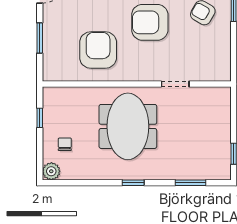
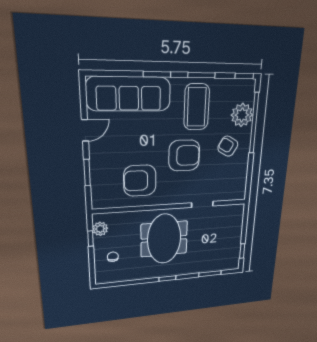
armchair: (150, 22) -> (184, 156), turned 180
armchair: (98, 50) -> (140, 181), turned -90
plant: (51, 171) -> (100, 229), moved

